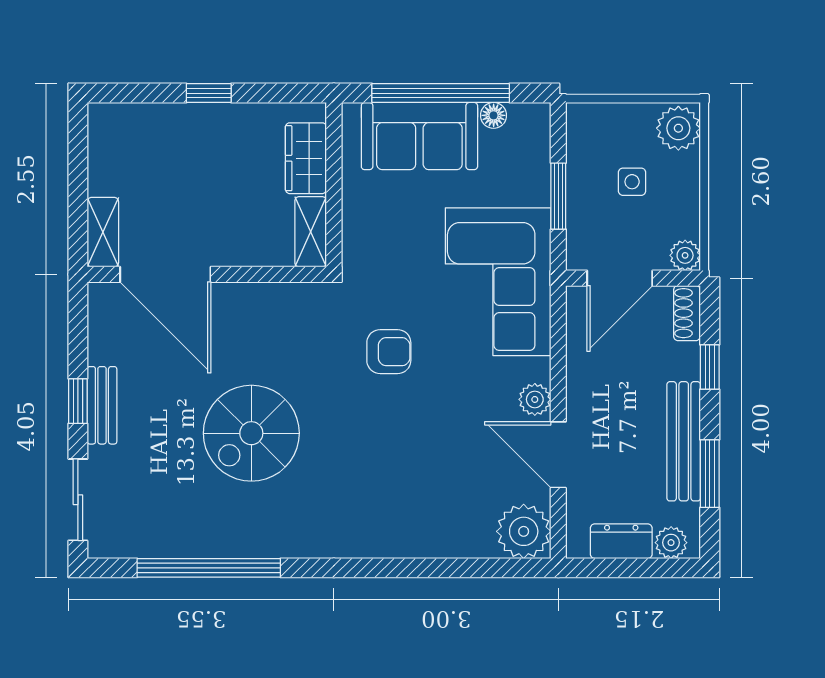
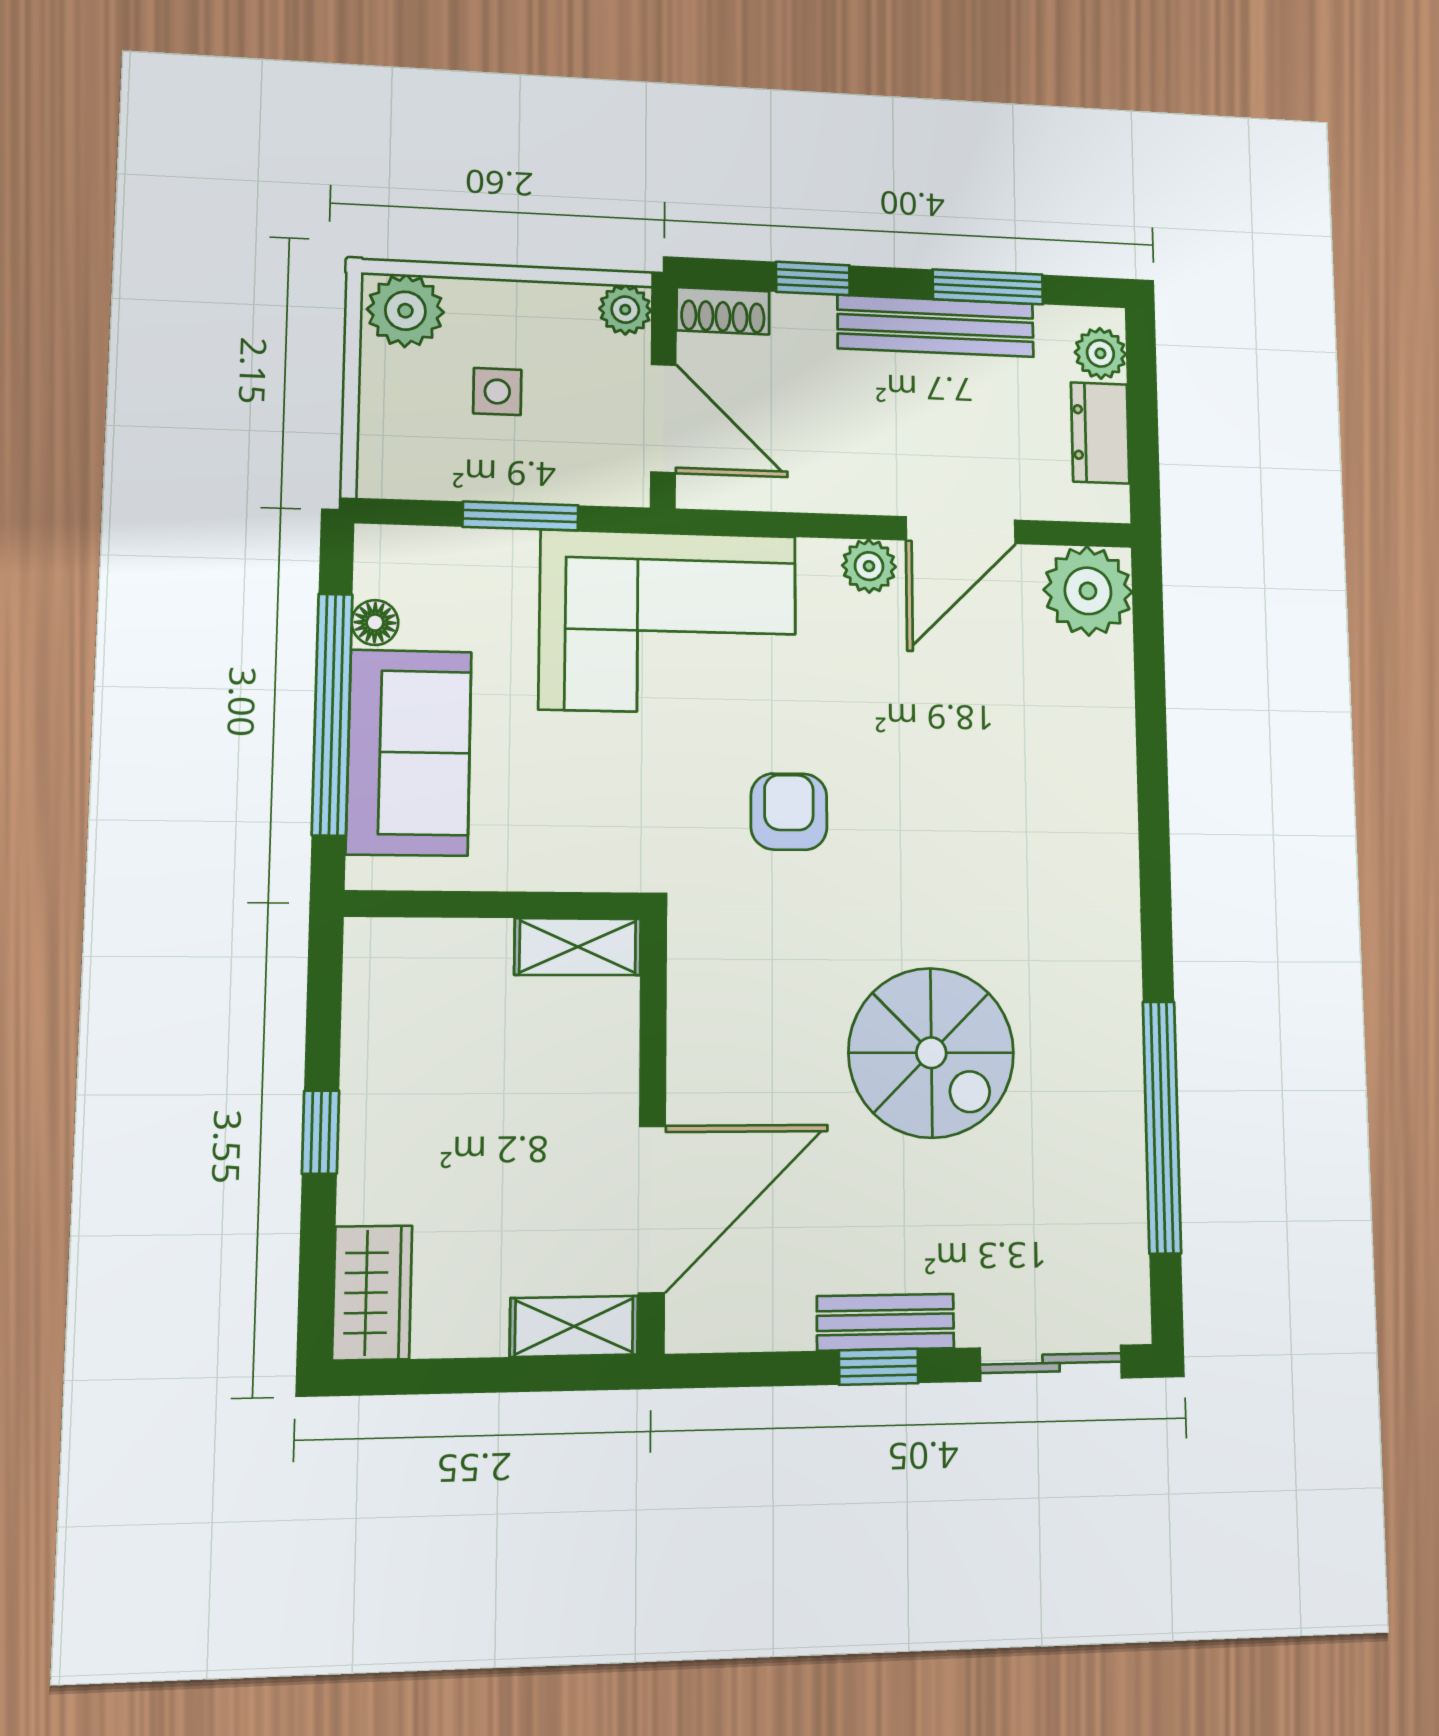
wardrobe: (306, 158) -> (372, 1293), moved, turned -90

